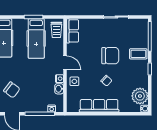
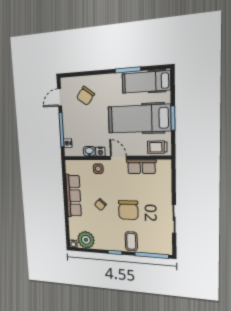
row of seats: (73, 31) -> (141, 167), moved
hospital bed: (36, 38) -> (139, 119), width x1.37, depth x1.29
door: (65, 63) -> (118, 158), swing flipped

